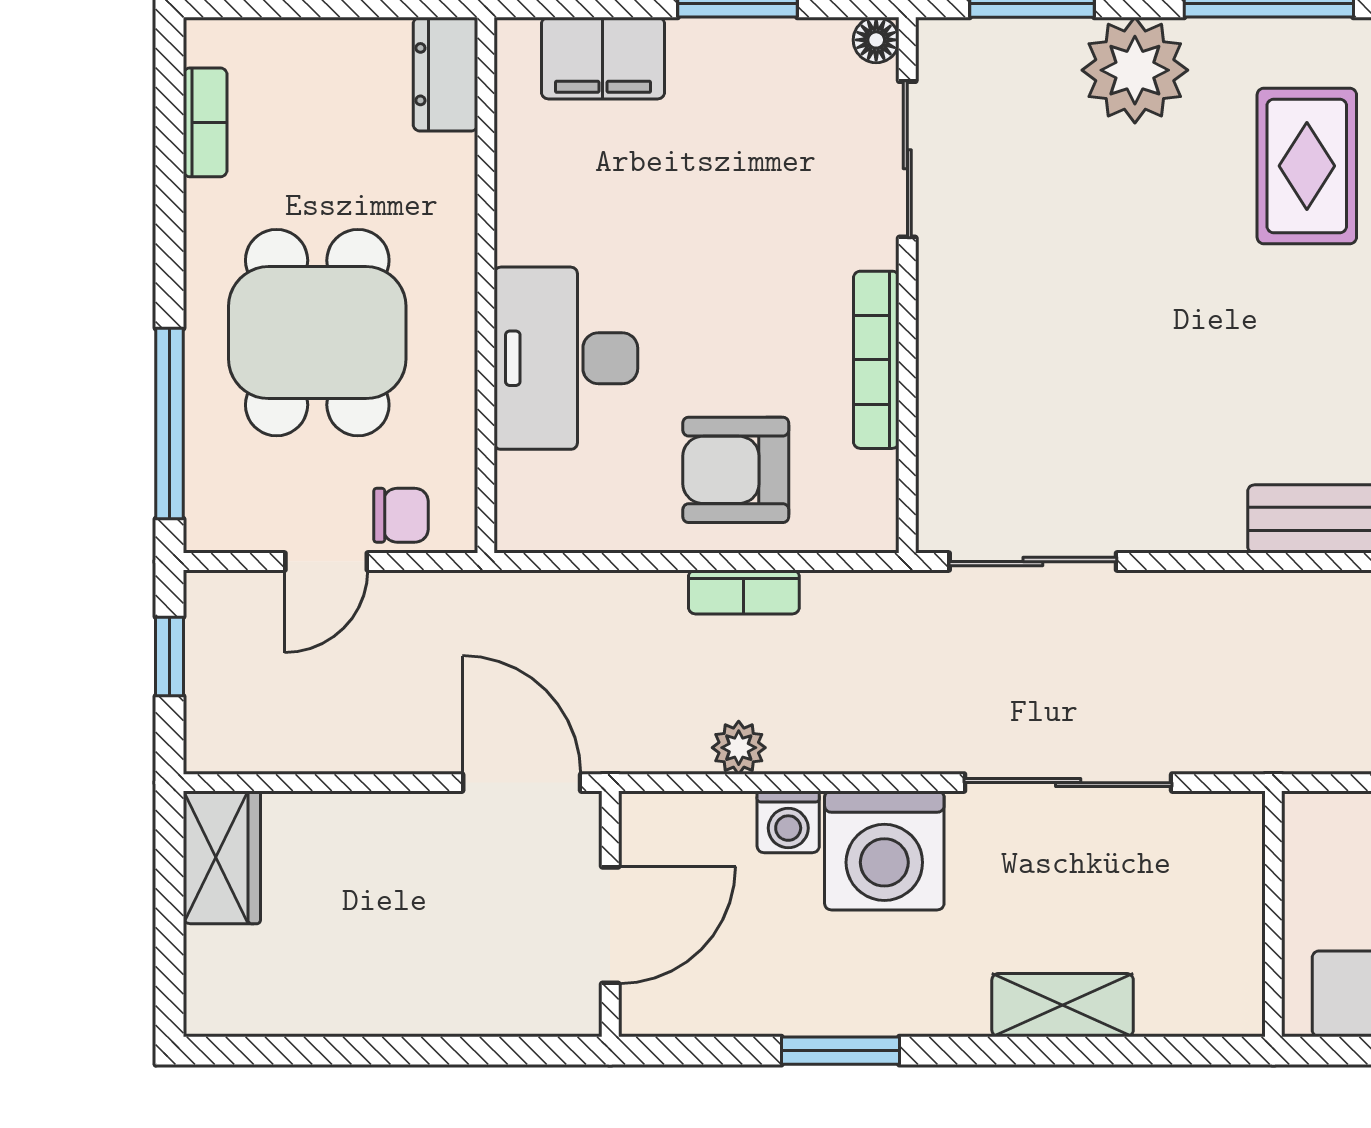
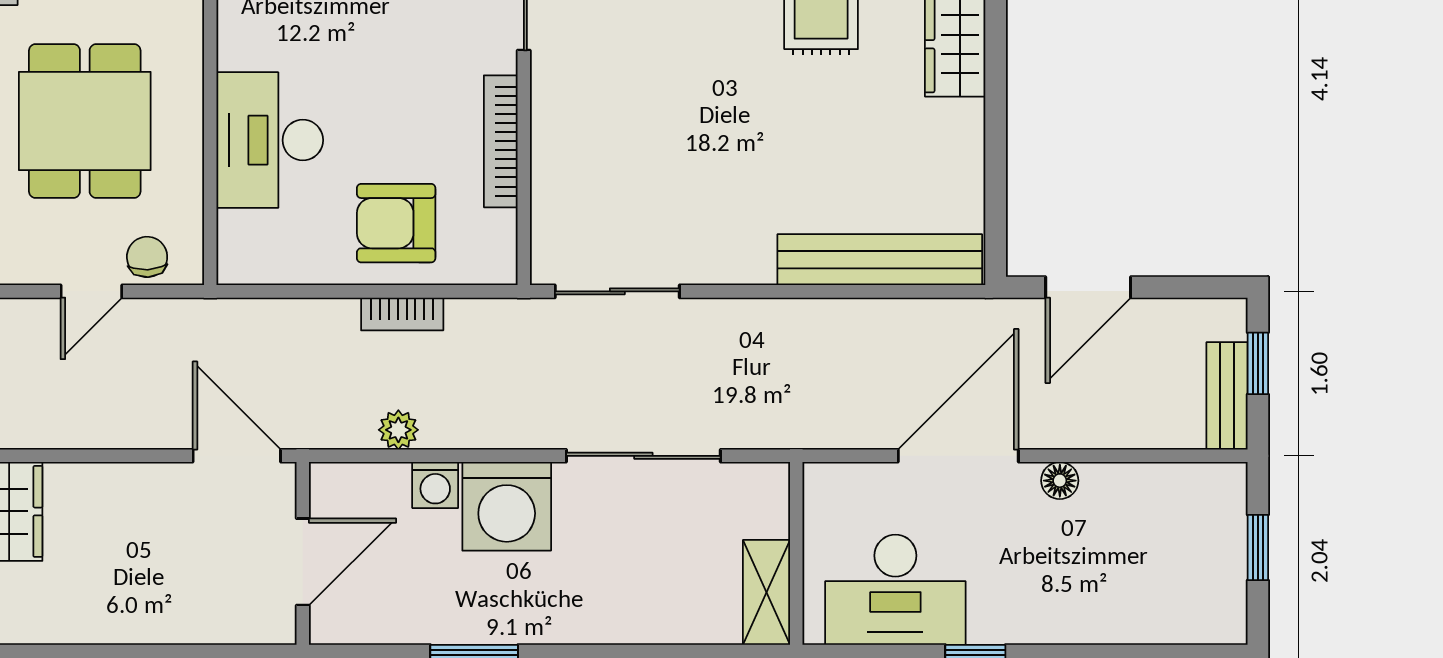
chair: (401, 515) -> (147, 257), turned -93
shelving: (1063, 1005) -> (766, 592), moved, turned 90

